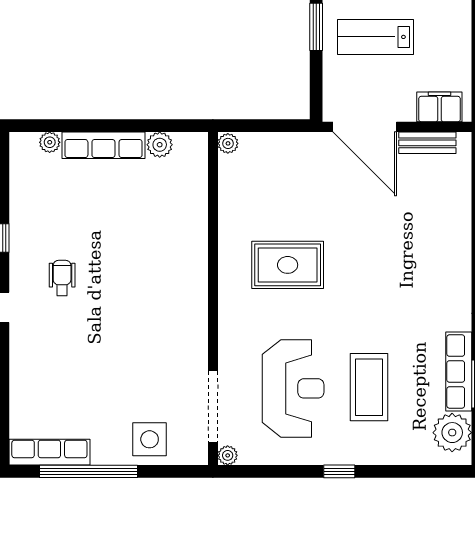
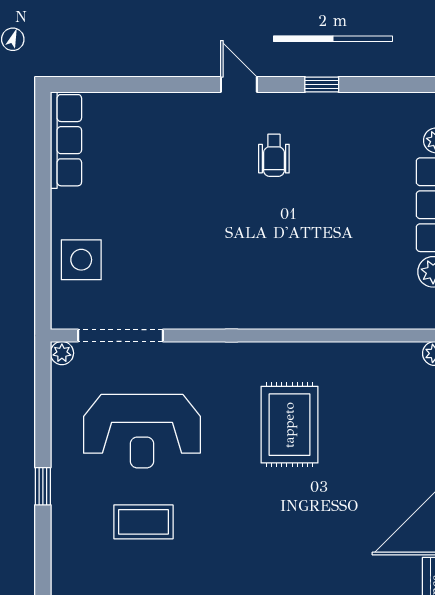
wheelchair: (62, 278) -> (274, 155), turned 90
coffee table: (369, 387) -> (143, 522), width x0.73, depth x0.76
window: (89, 471) -> (43, 187), removed

